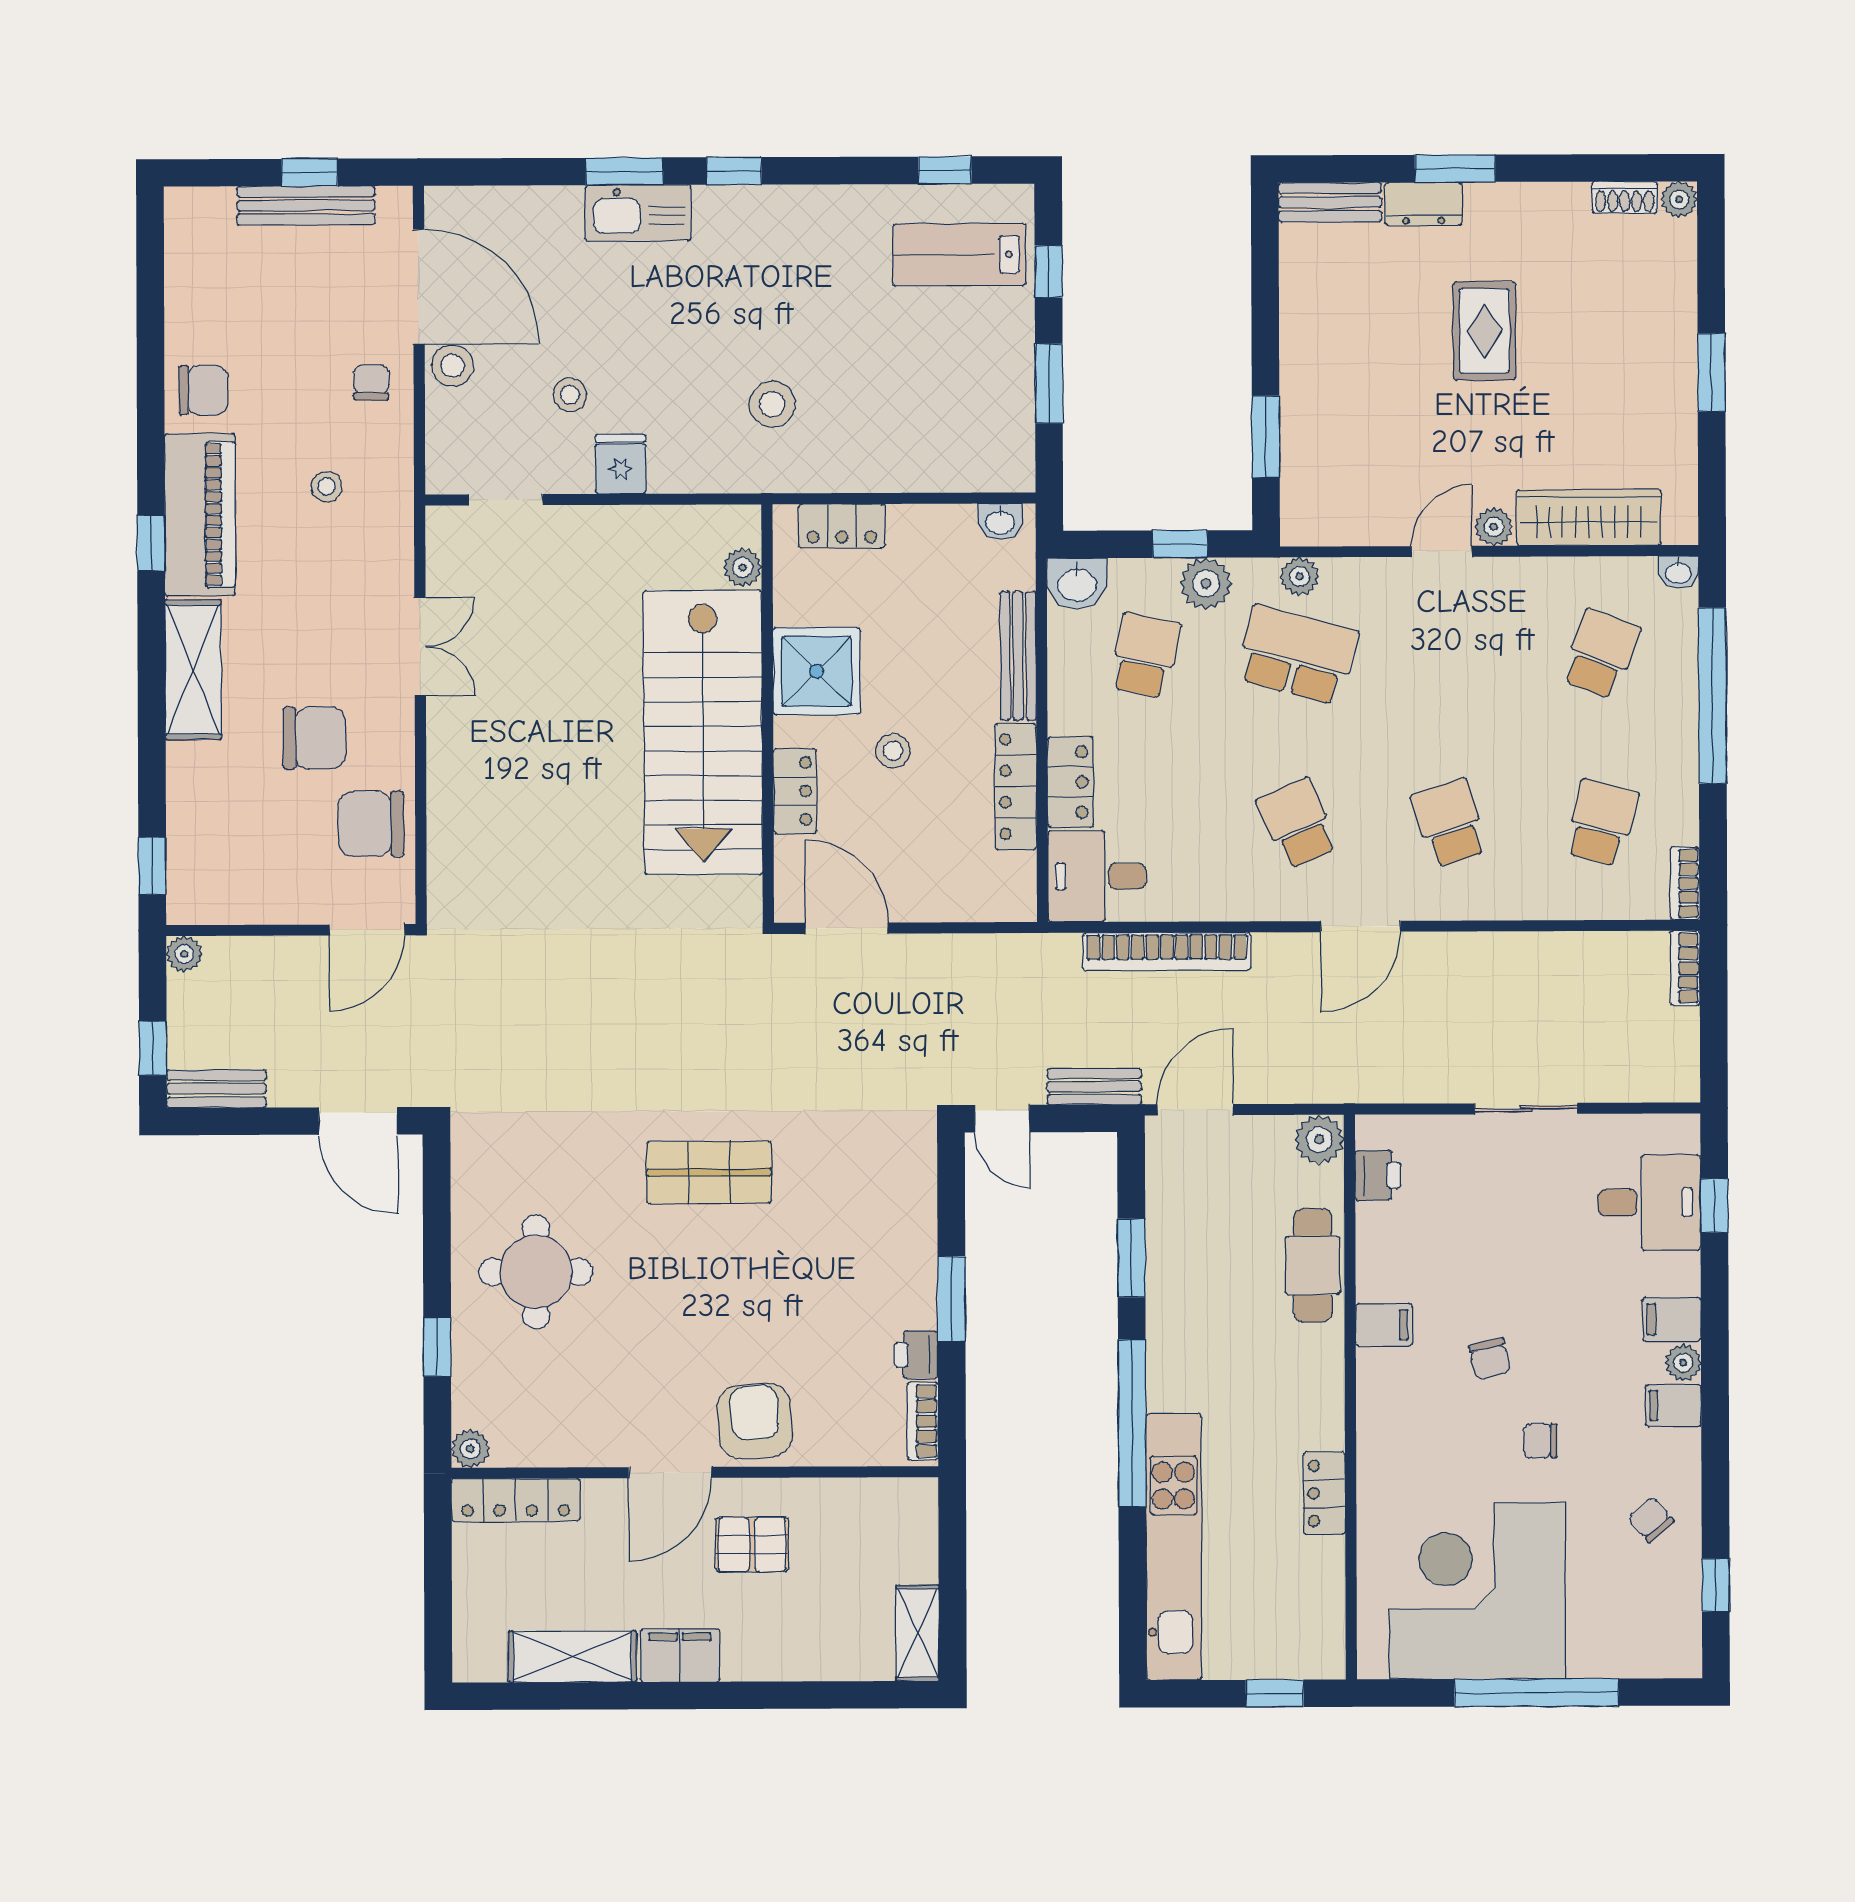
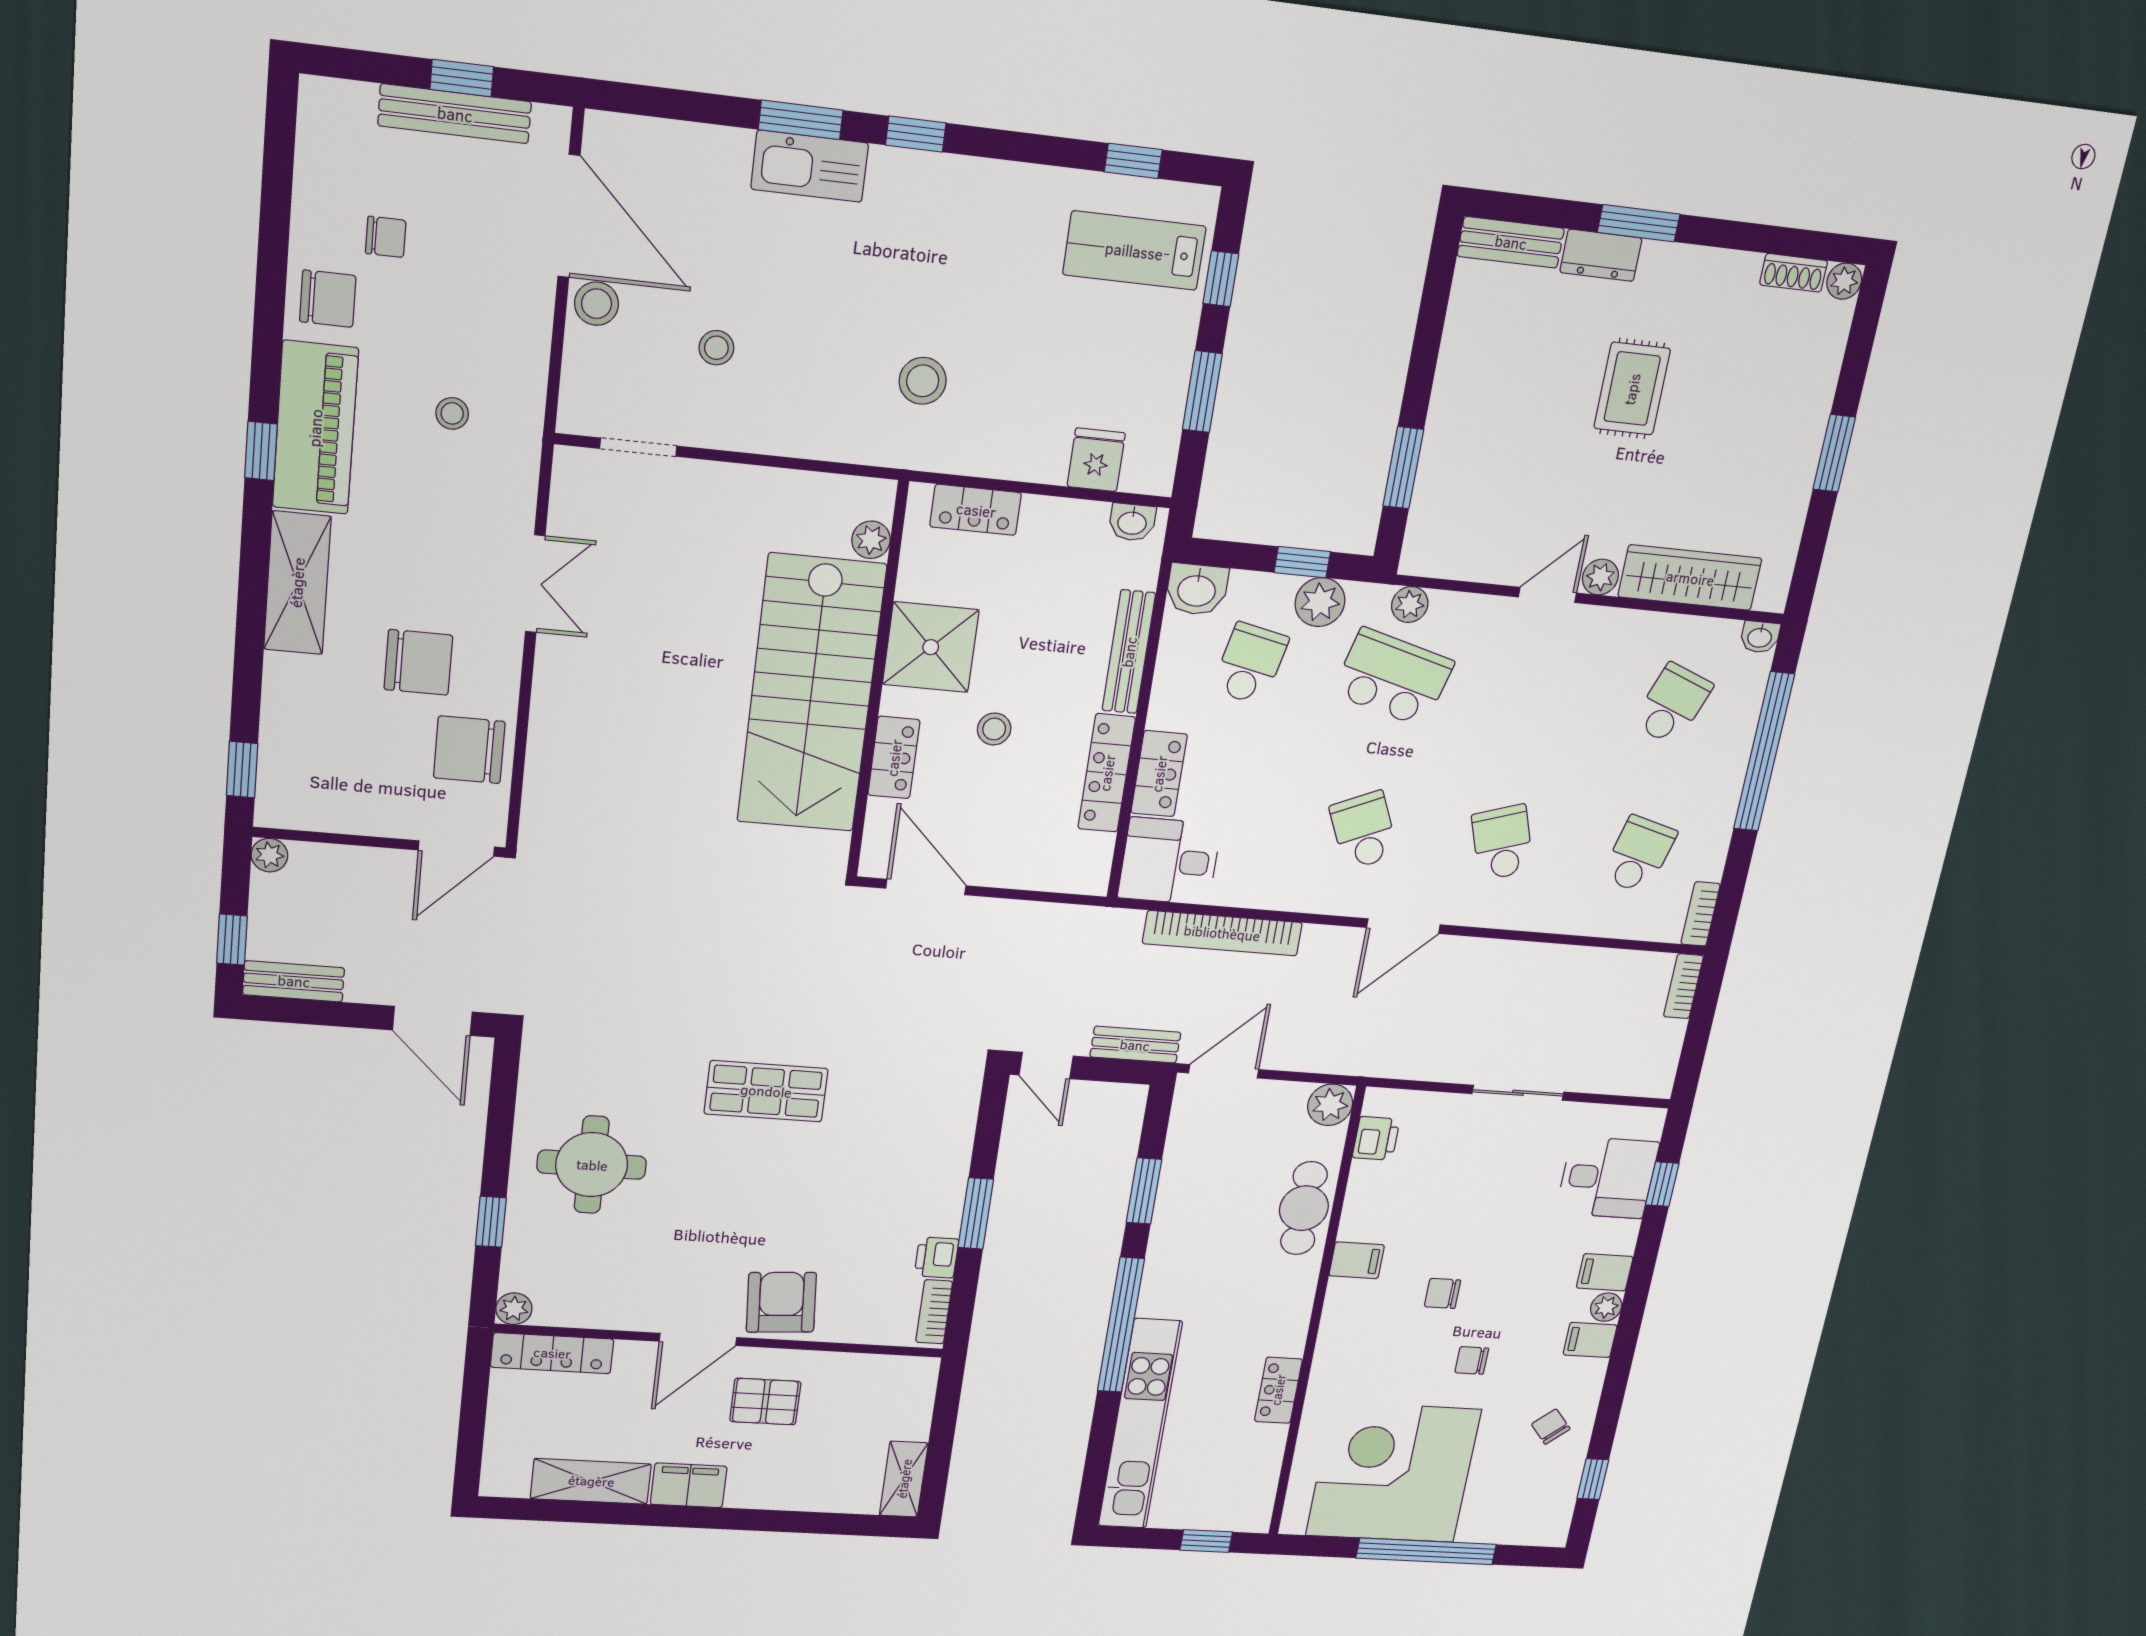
chair: (371, 383) -> (386, 237), moved, turned 90
fridge: (620, 464) -> (1096, 460), moved
chair: (1490, 1359) -> (1443, 1293), turned 103

